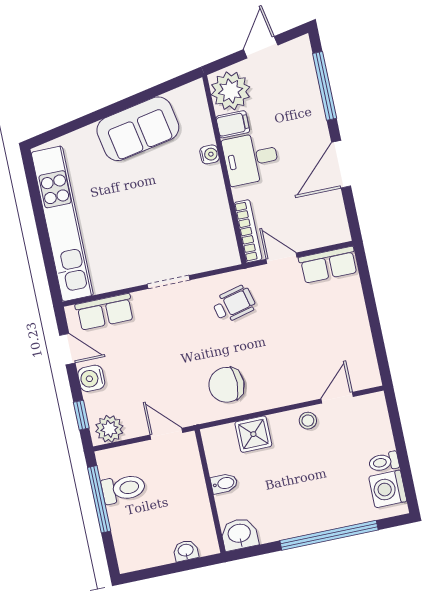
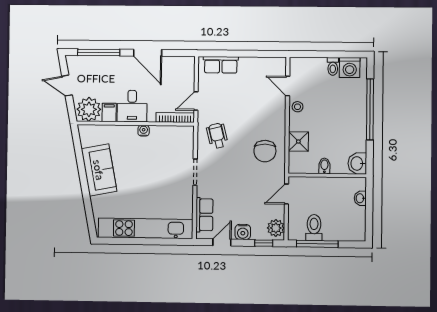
water cooler: (209, 154) -> (144, 131), moved
row of seats: (328, 265) -> (221, 65), moved, turned 90

